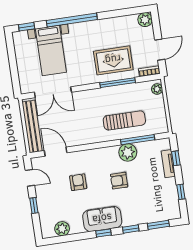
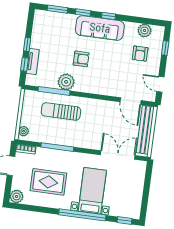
bed with nightstands: (51, 50) -> (92, 191), moved
rug: (113, 60) -> (48, 182), moved
armchair: (78, 182) -> (140, 54), moved
window: (181, 192) -> (27, 44), moved
window: (34, 205) -> (165, 48), moved
sofa: (102, 219) -> (100, 28), width x1.36

